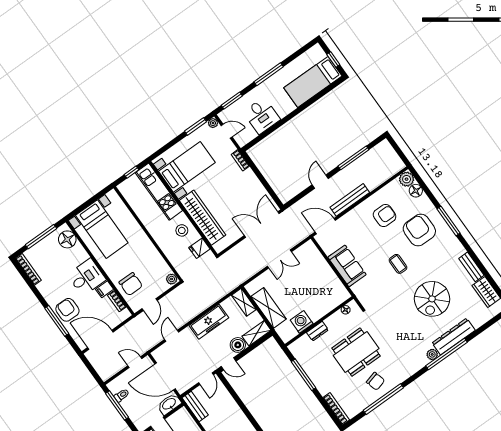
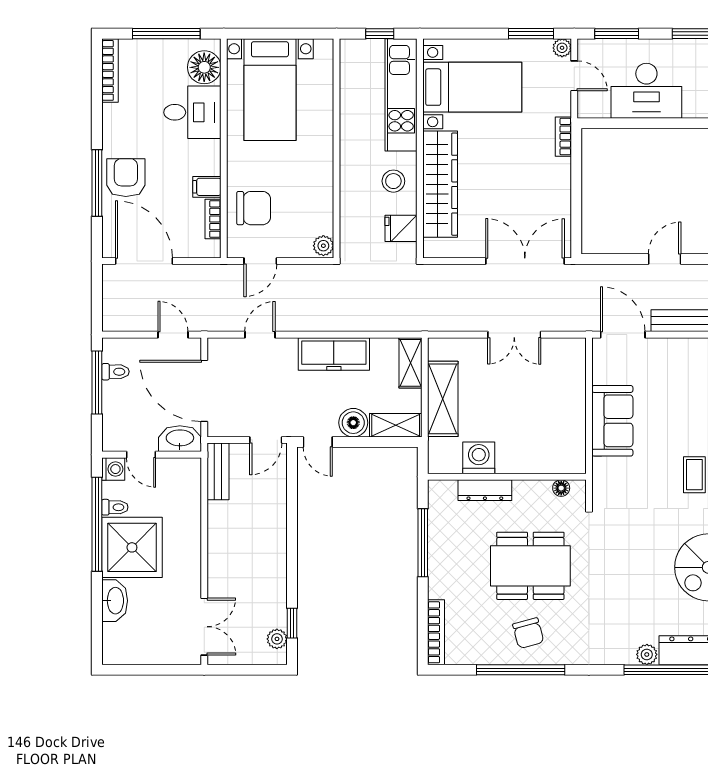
desk: (262, 116) -> (646, 91), width x1.37
desk: (87, 277) -> (192, 112), moved
chair: (131, 284) -> (254, 208), turned -90
dresser: (317, 331) -> (485, 490), width x1.44

